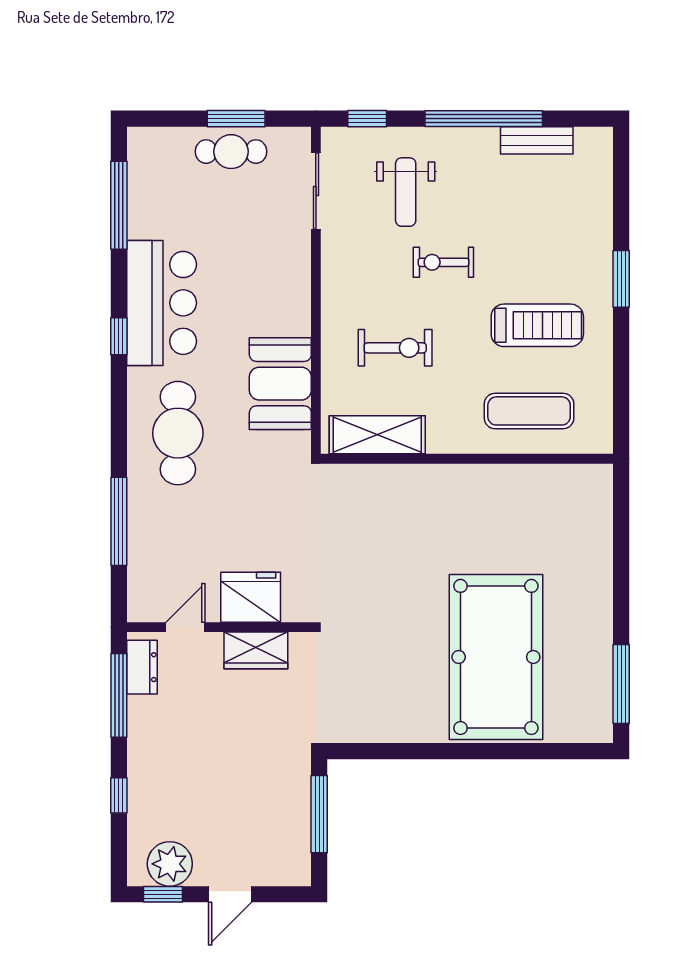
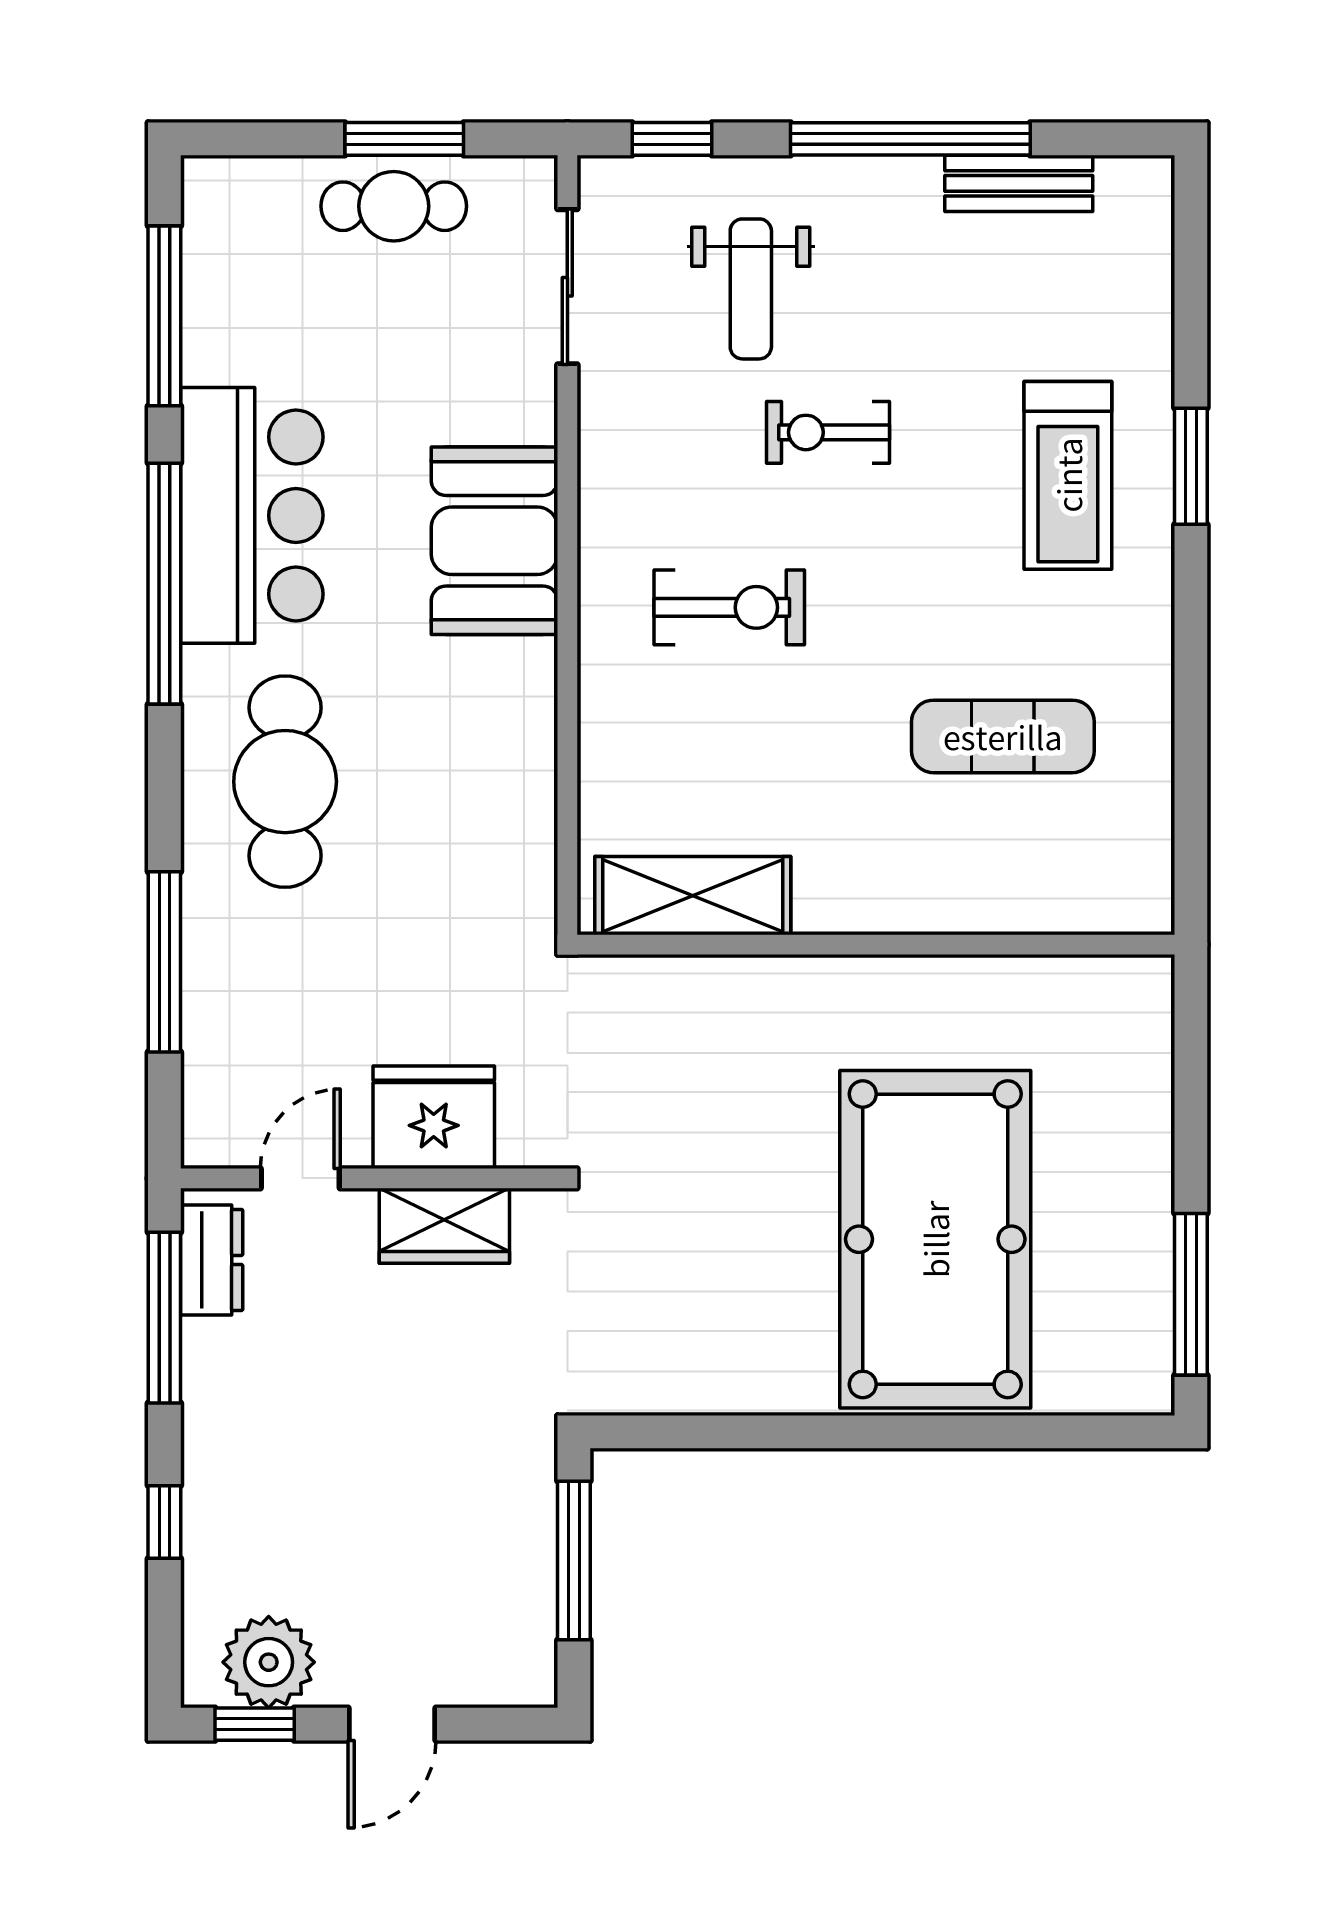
treadmill: (537, 325) -> (1068, 475), moved, turned 90
window: (119, 336) -> (164, 584), width x3.17
booth: (280, 384) -> (495, 541), moved
shelving: (377, 435) -> (693, 896), moved
wall: (467, 459) -> (876, 945), moved

